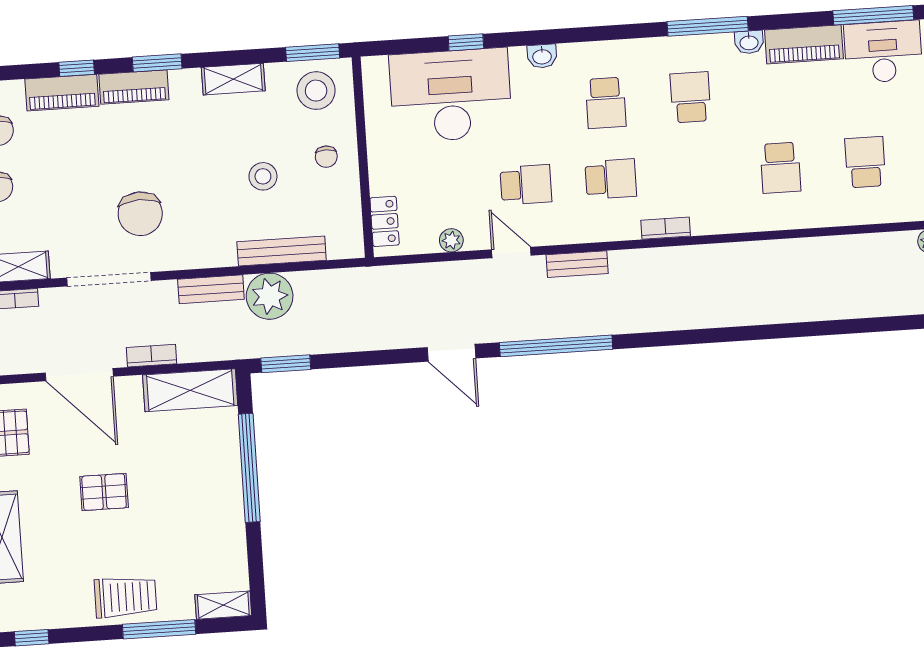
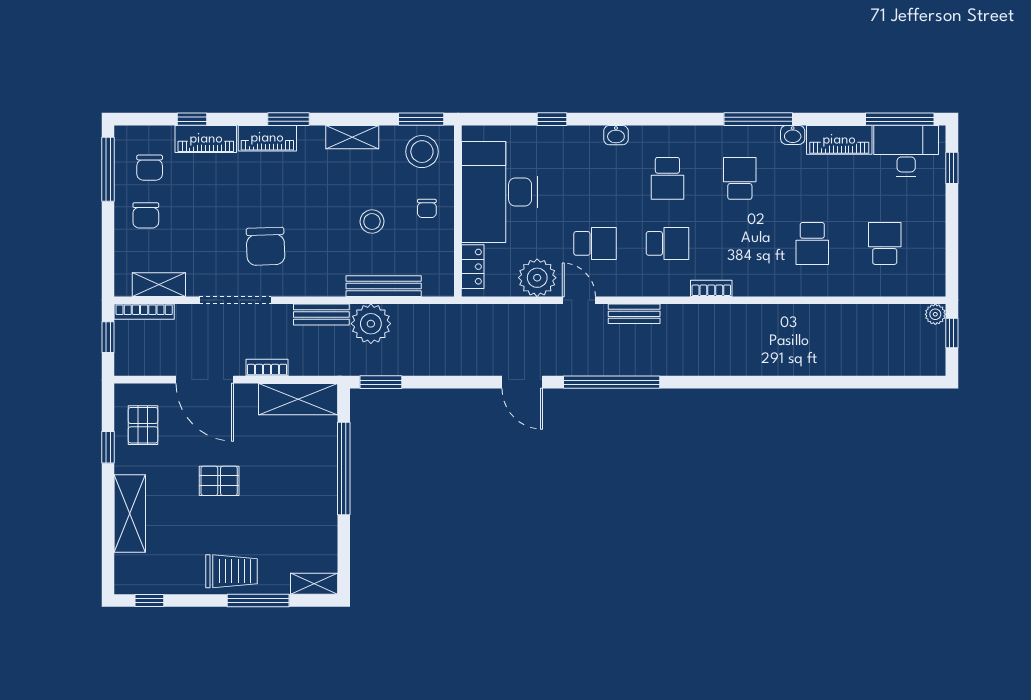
window: (77, 68) -> (192, 119), moved
desk: (451, 95) -> (500, 192), moved, turned -90
plant: (451, 240) -> (537, 278), width x1.88, depth x1.88

